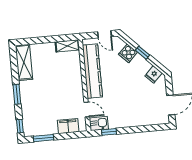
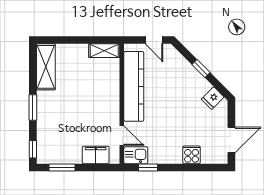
cooker: (128, 53) -> (192, 155), moved, turned 135

